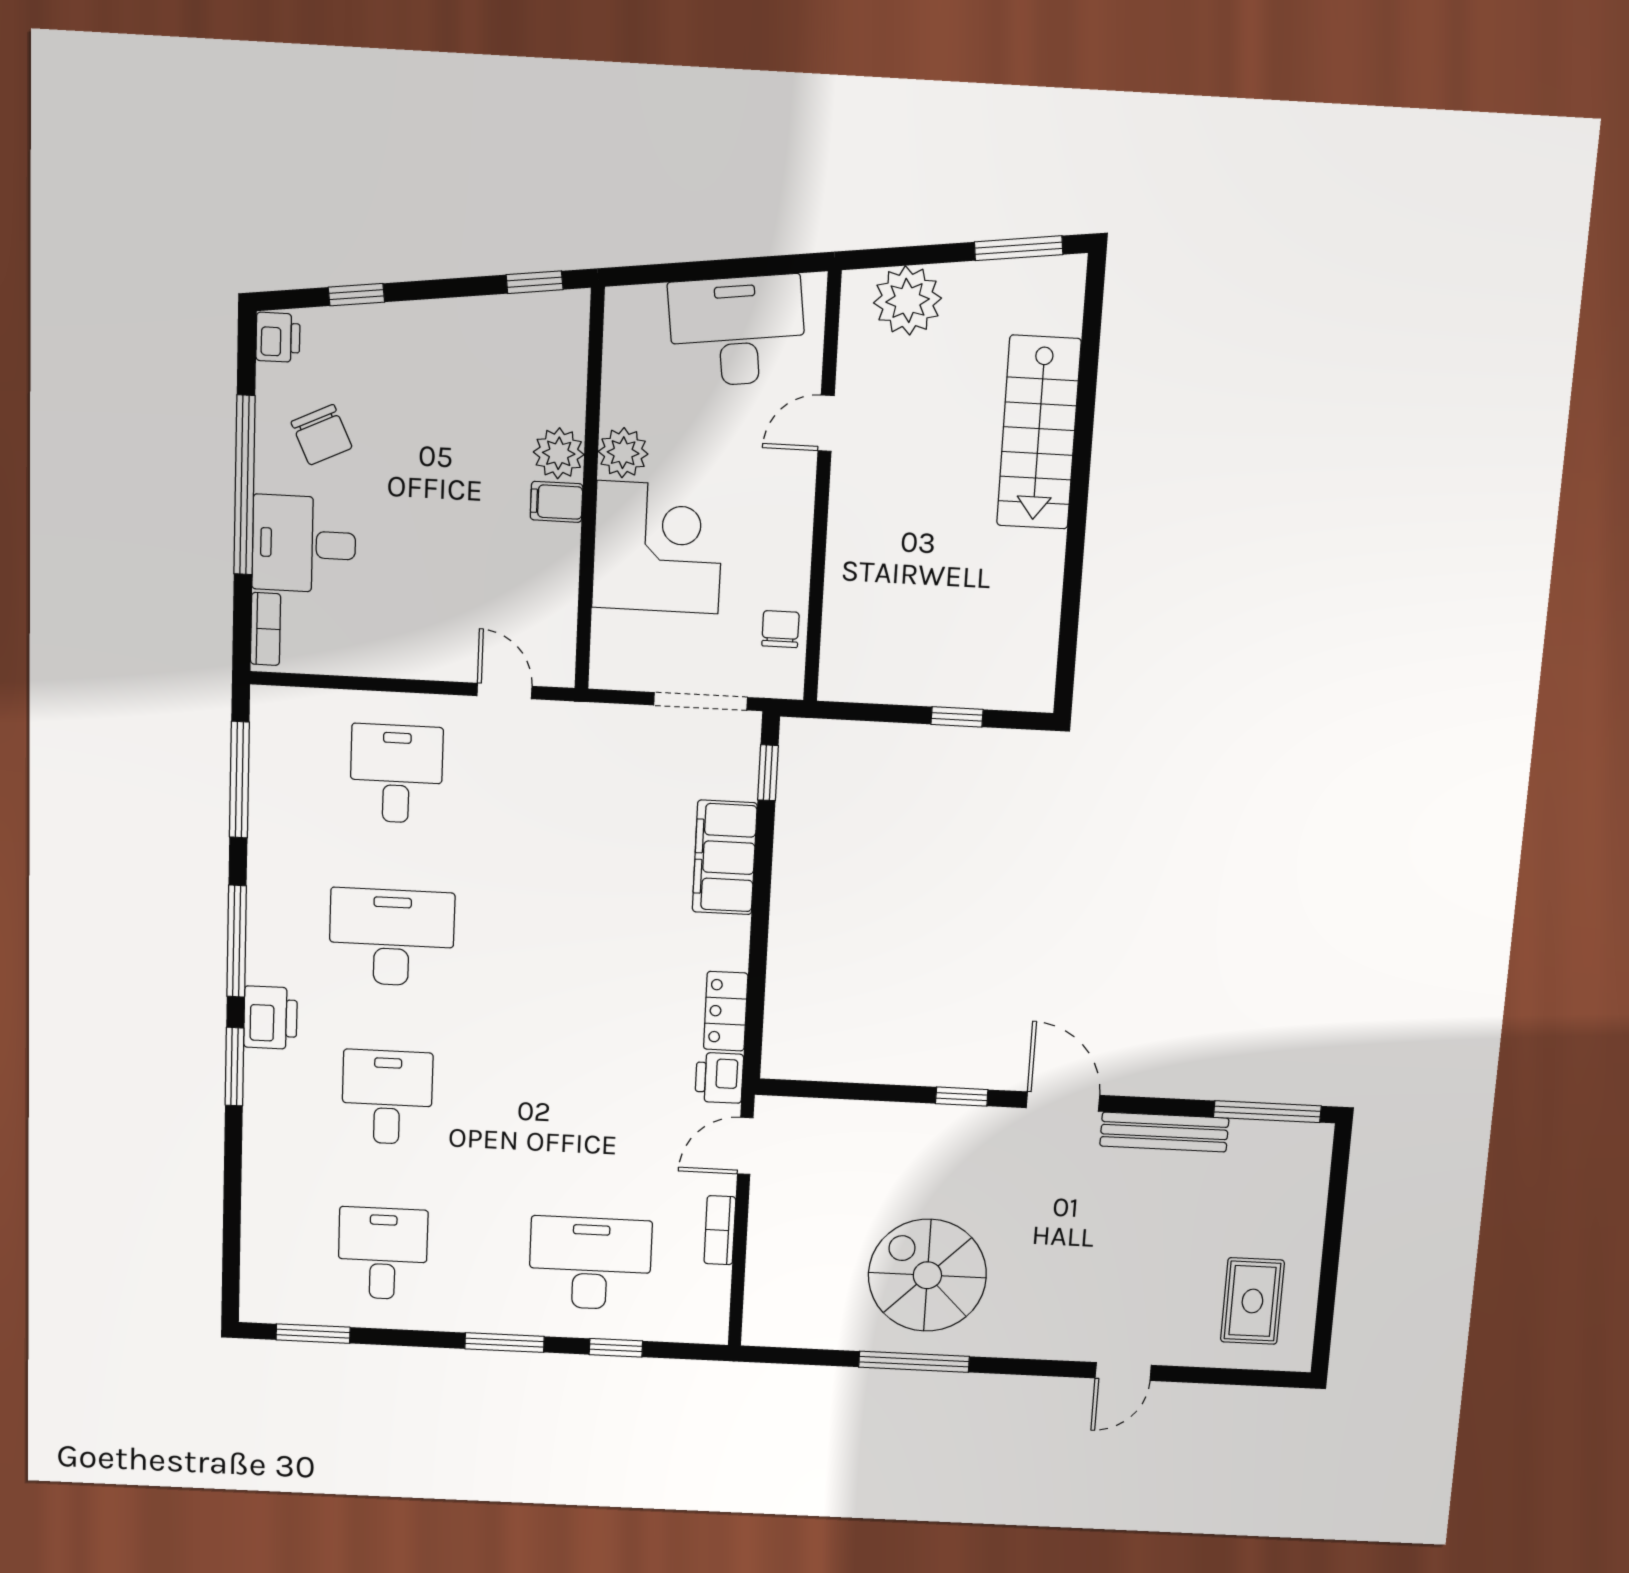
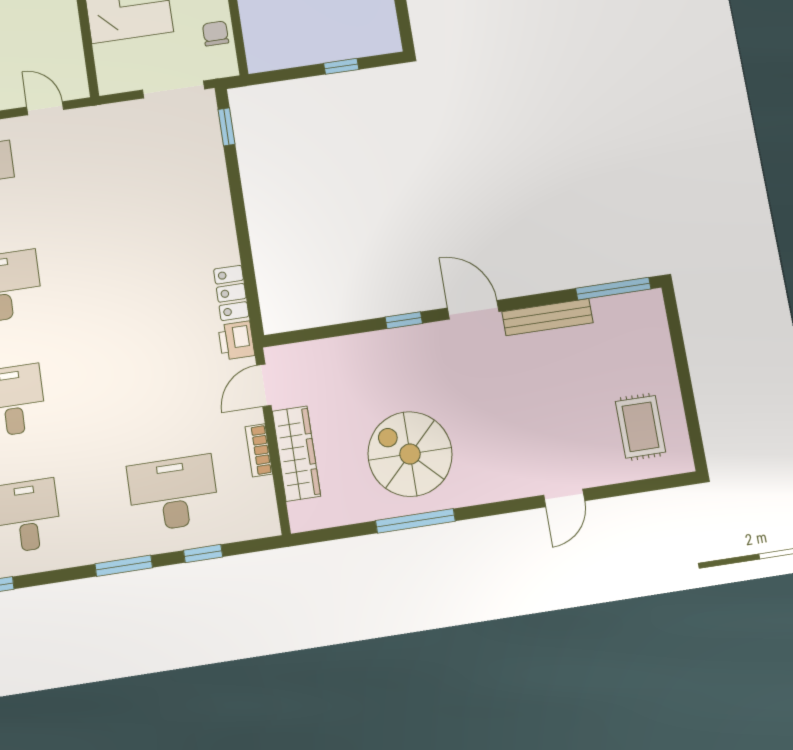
filing cabinet: (725, 857) -> (210, 188), removed
wardrobe: (771, 1244) -> (296, 454), added

